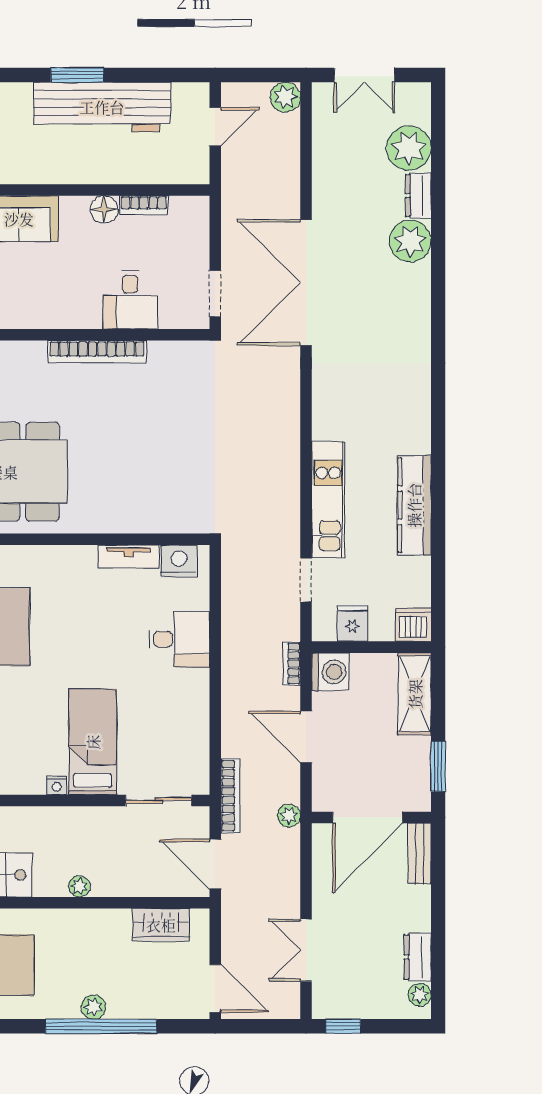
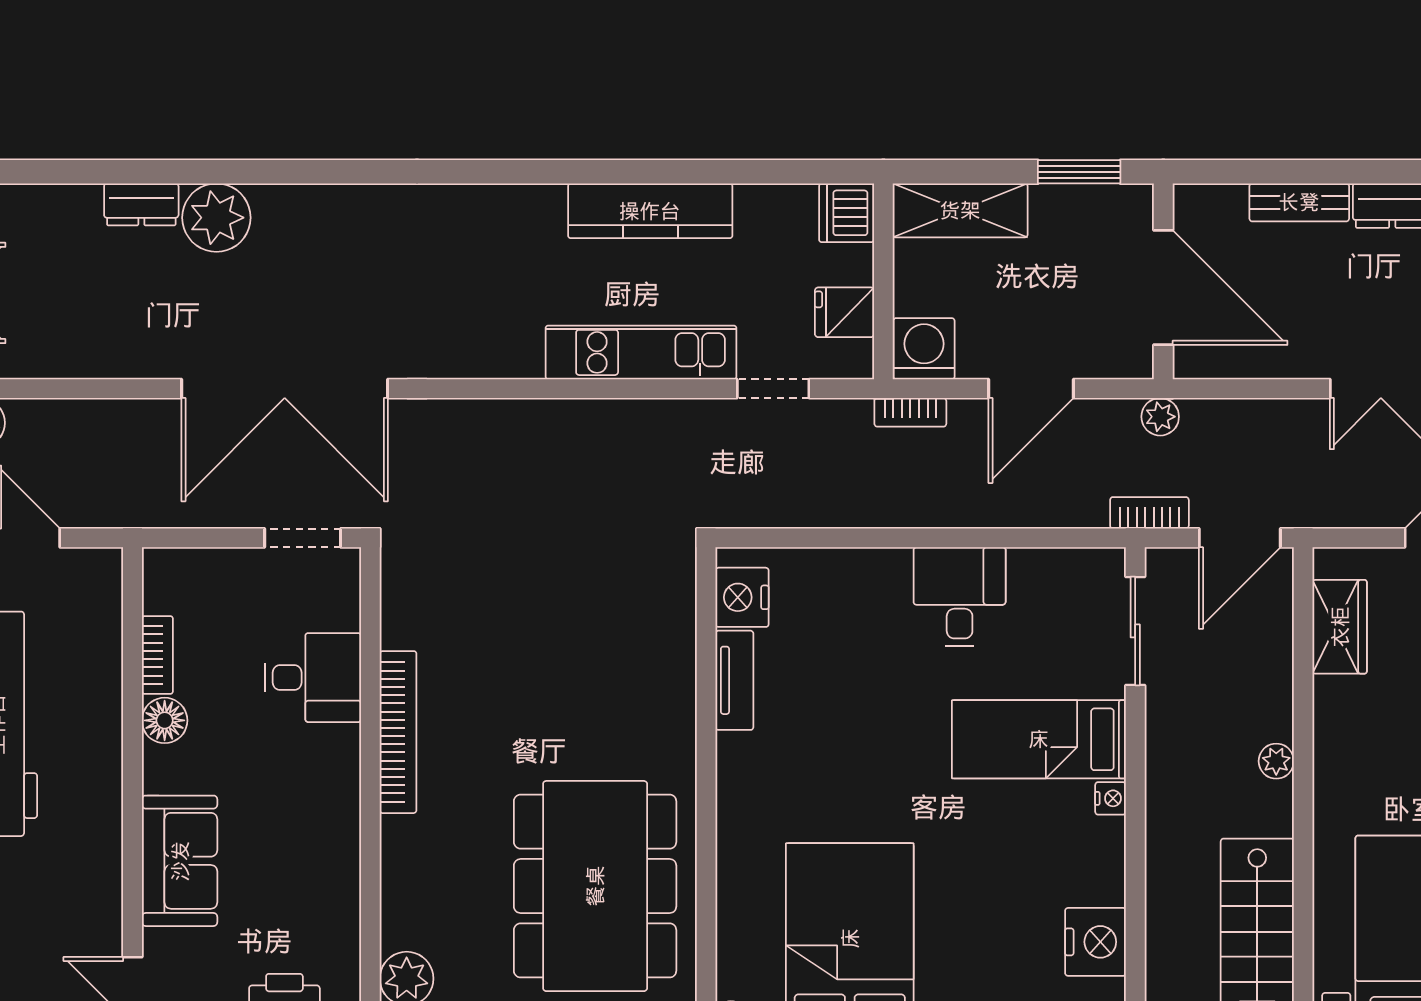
plant: (409, 148) -> (64, 220), removed
desk: (179, 639) -> (960, 597), moved
bookcase: (230, 796) -> (1149, 513), width x0.64
bench: (419, 853) -> (1299, 202), moved

